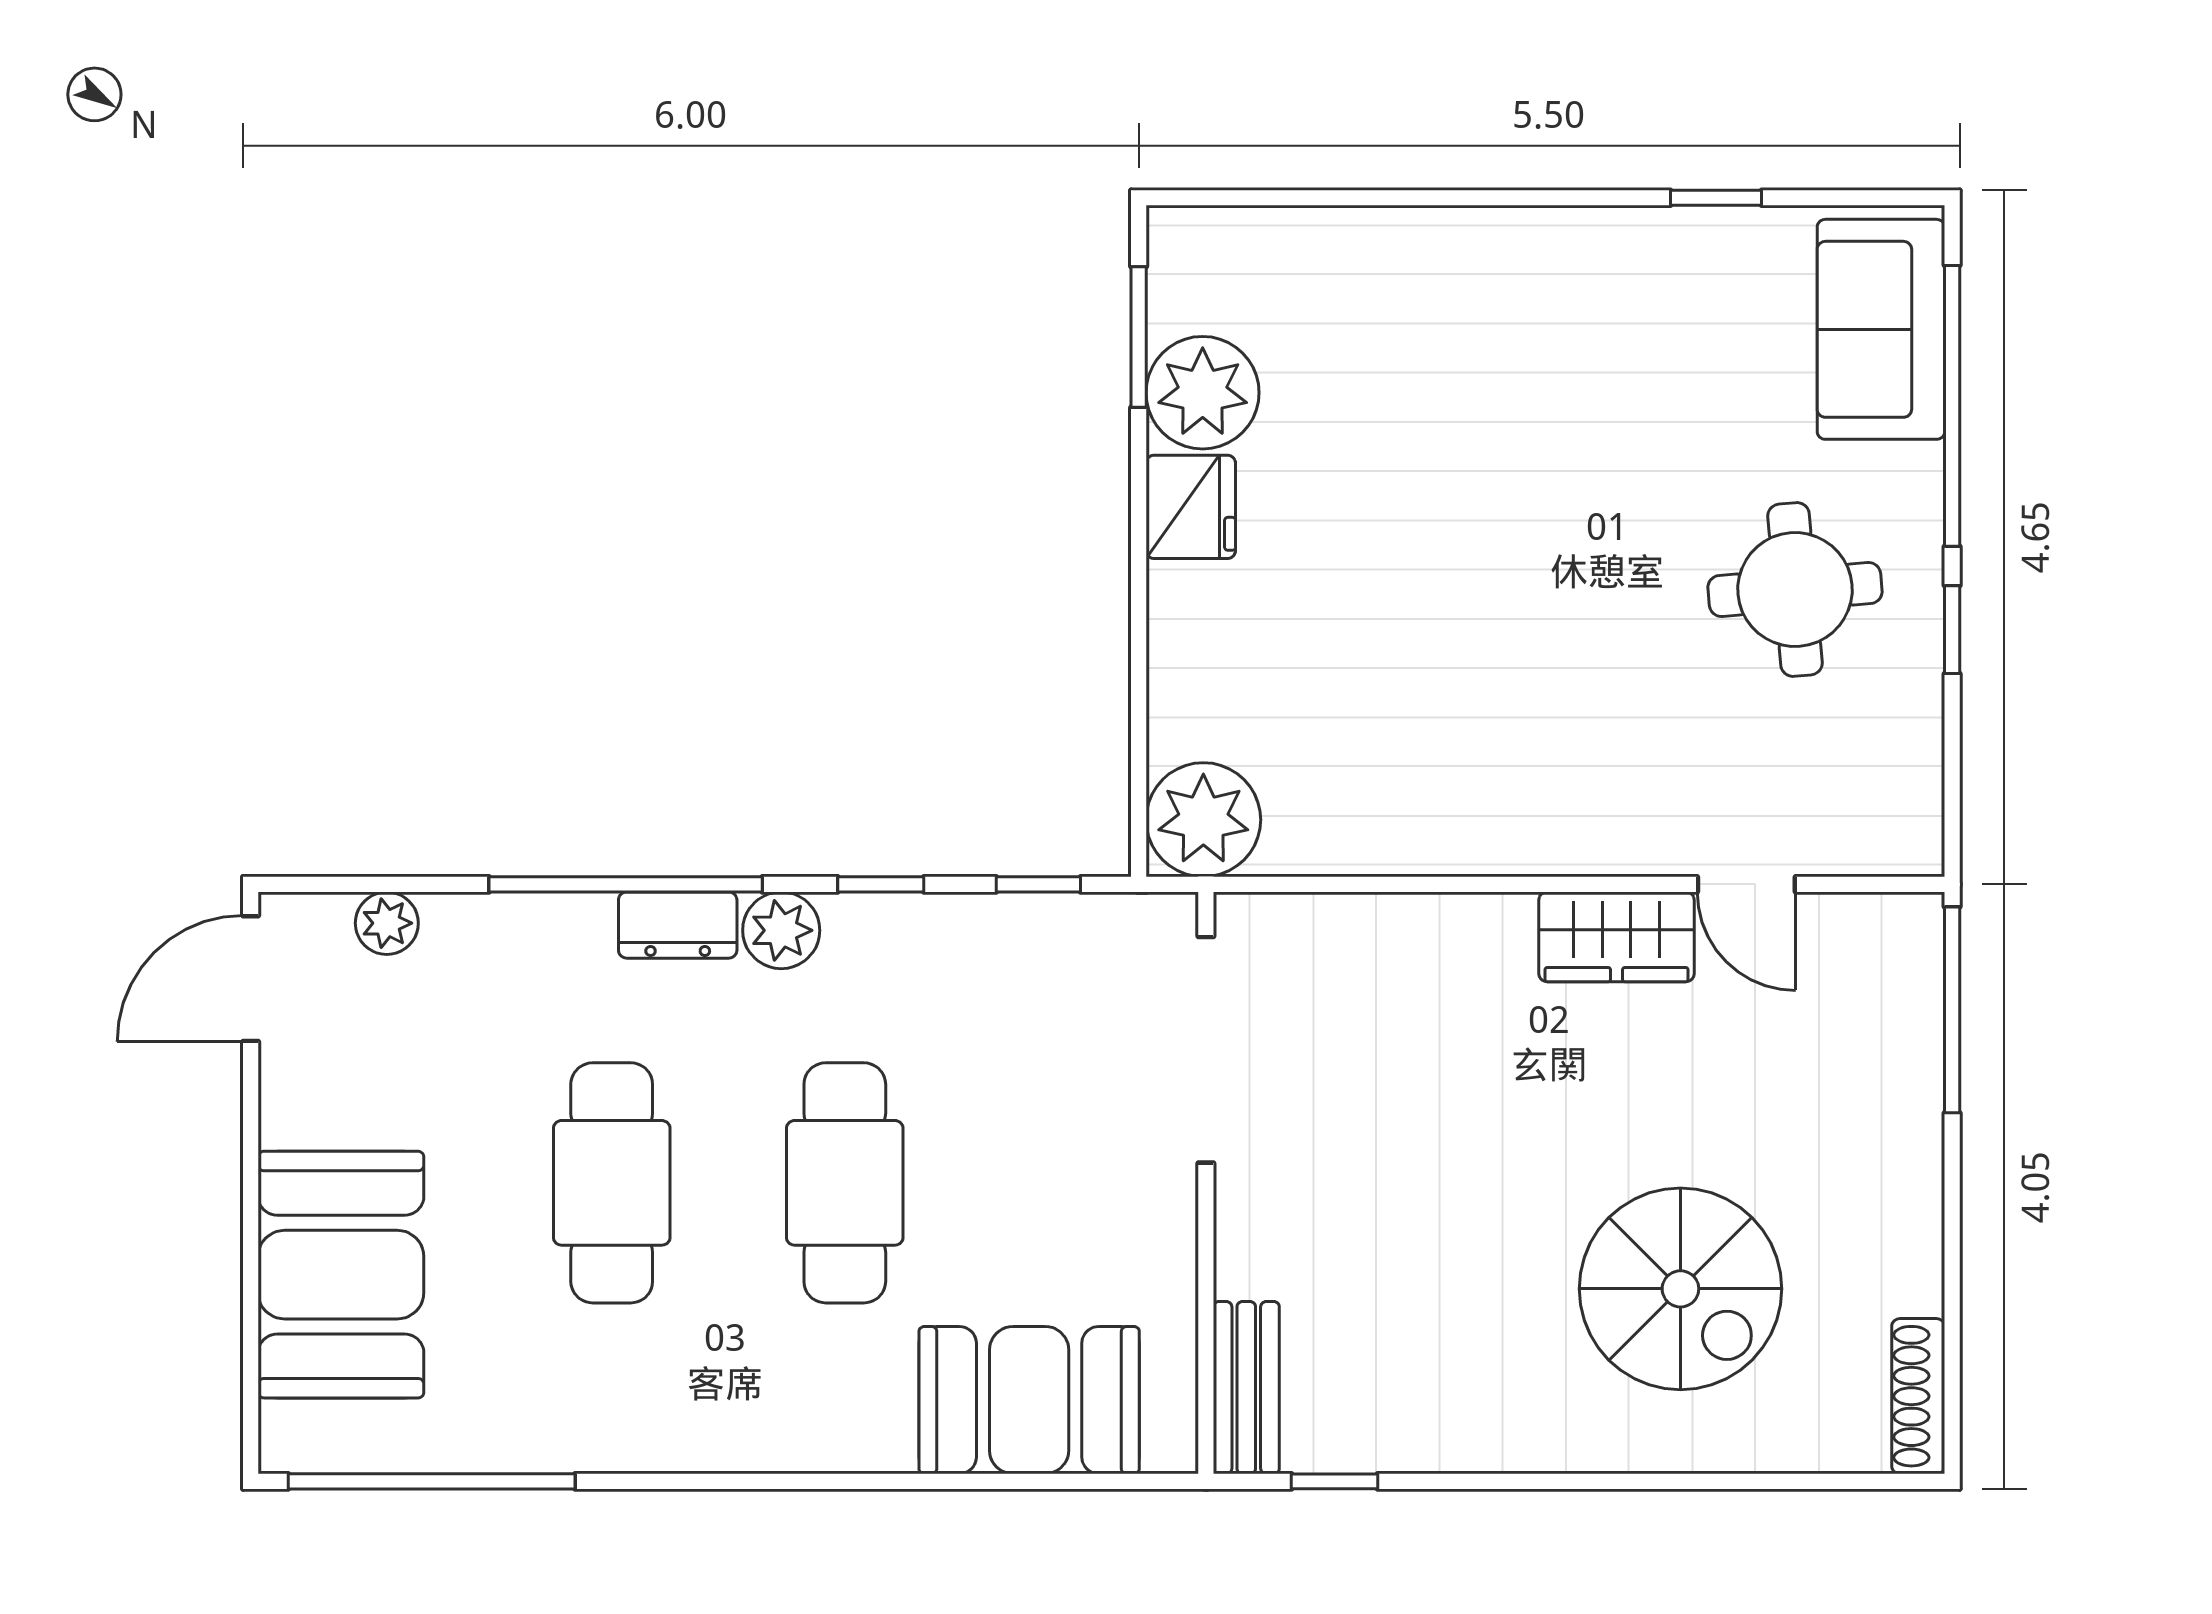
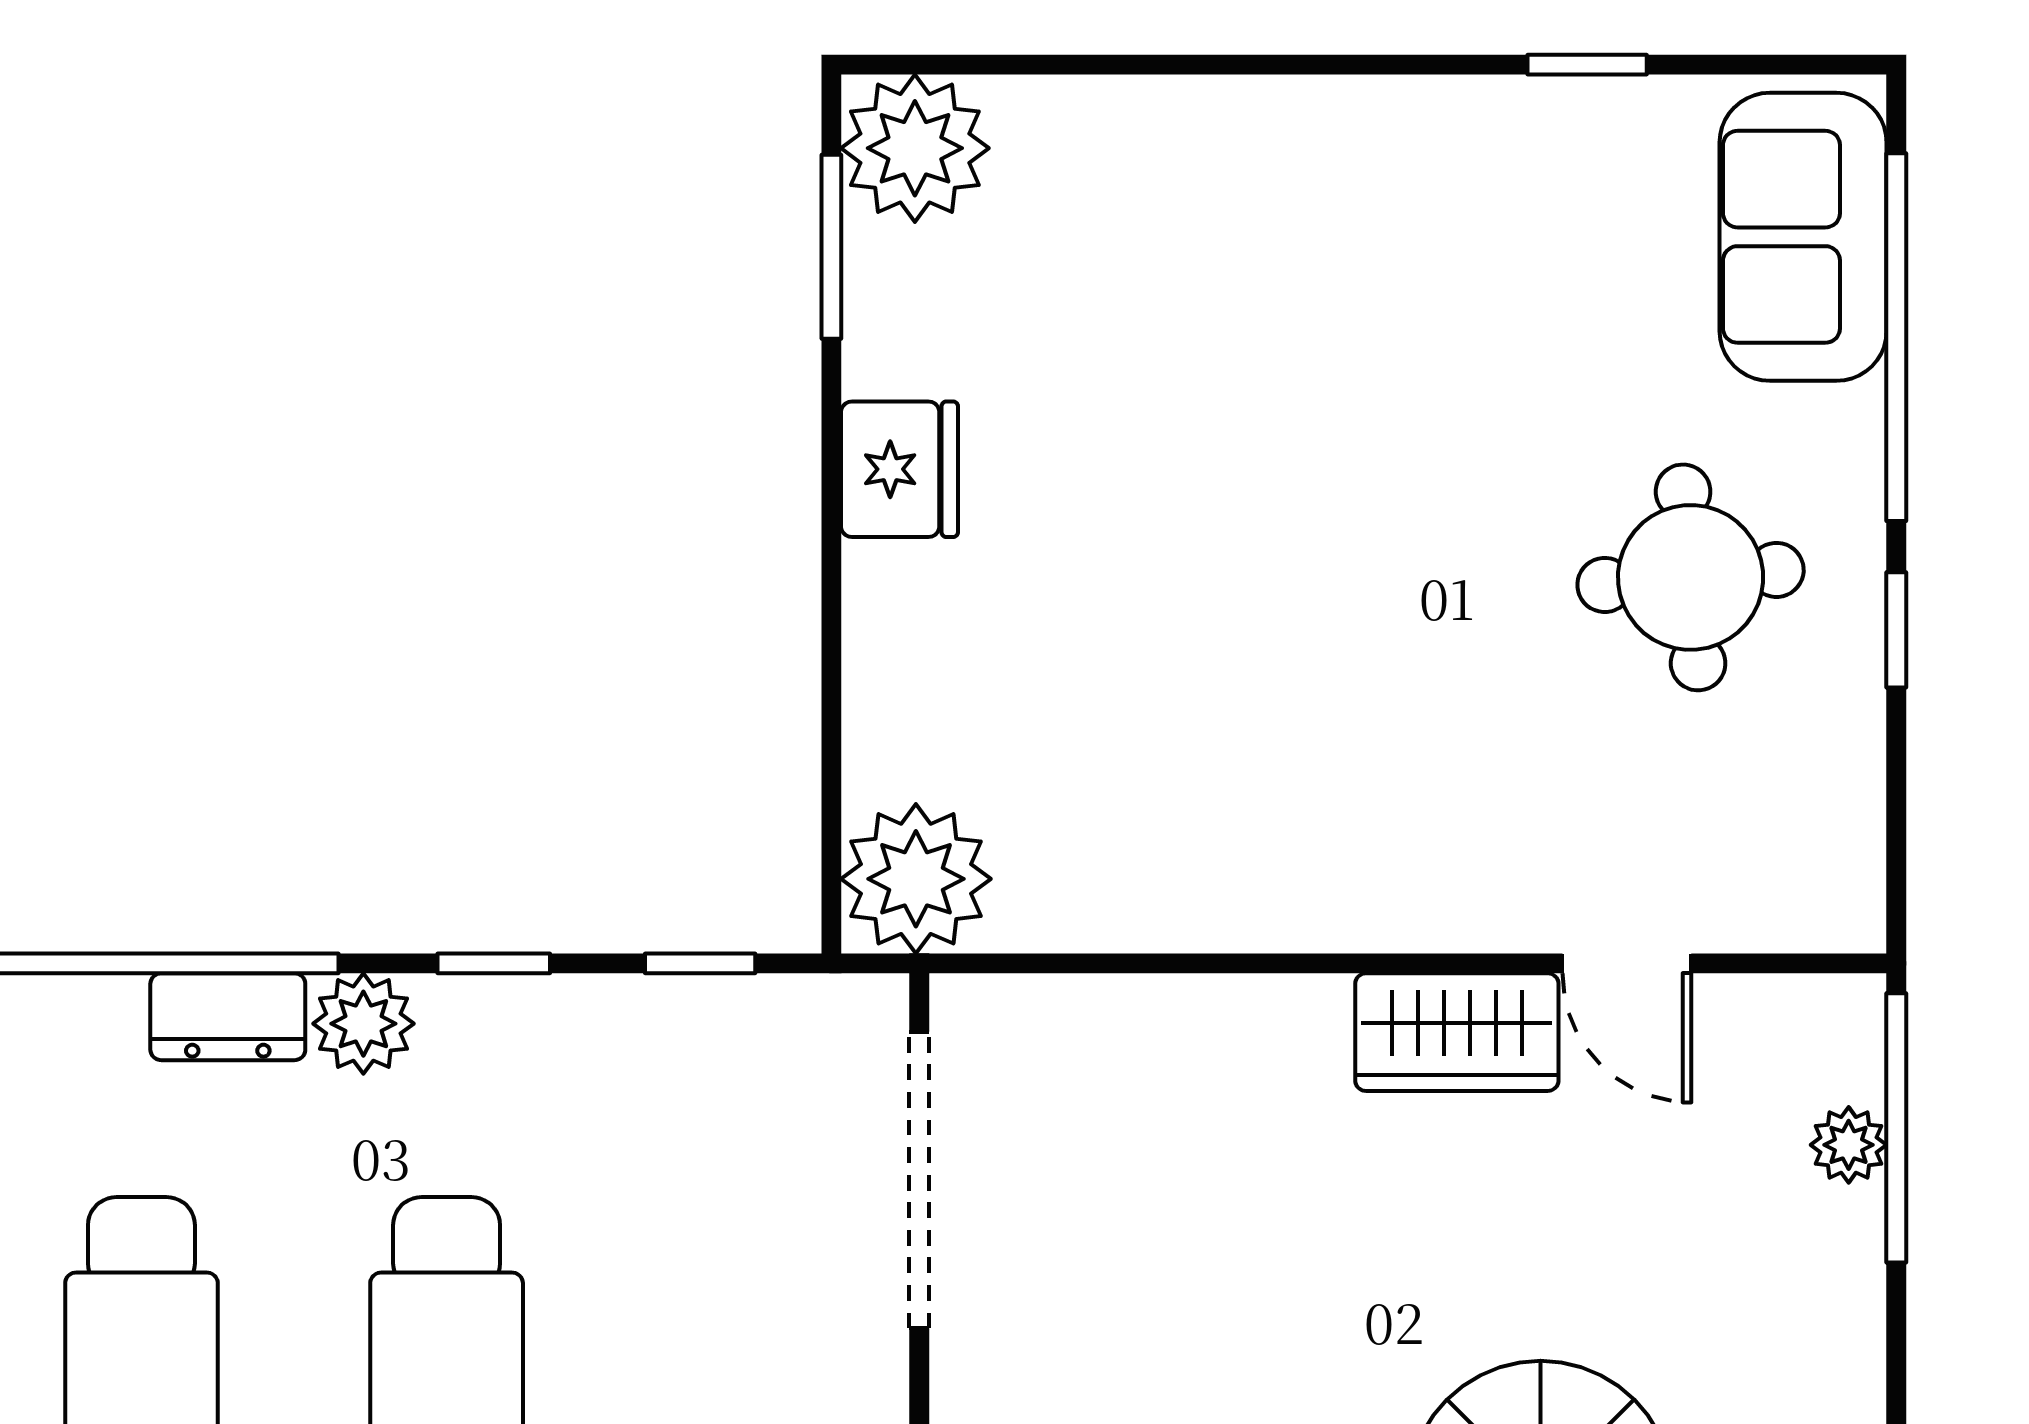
plant: (1203, 393) -> (915, 148), moved
plant: (1916, 1023) -> (1849, 1145), added

